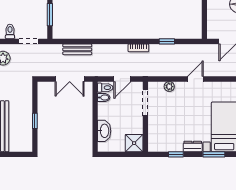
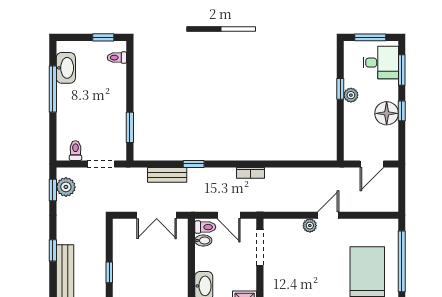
window: (167, 41) -> (194, 164), moved
door: (122, 79) -> (229, 215), hinge flipped
plant: (169, 87) -> (310, 226), moved

